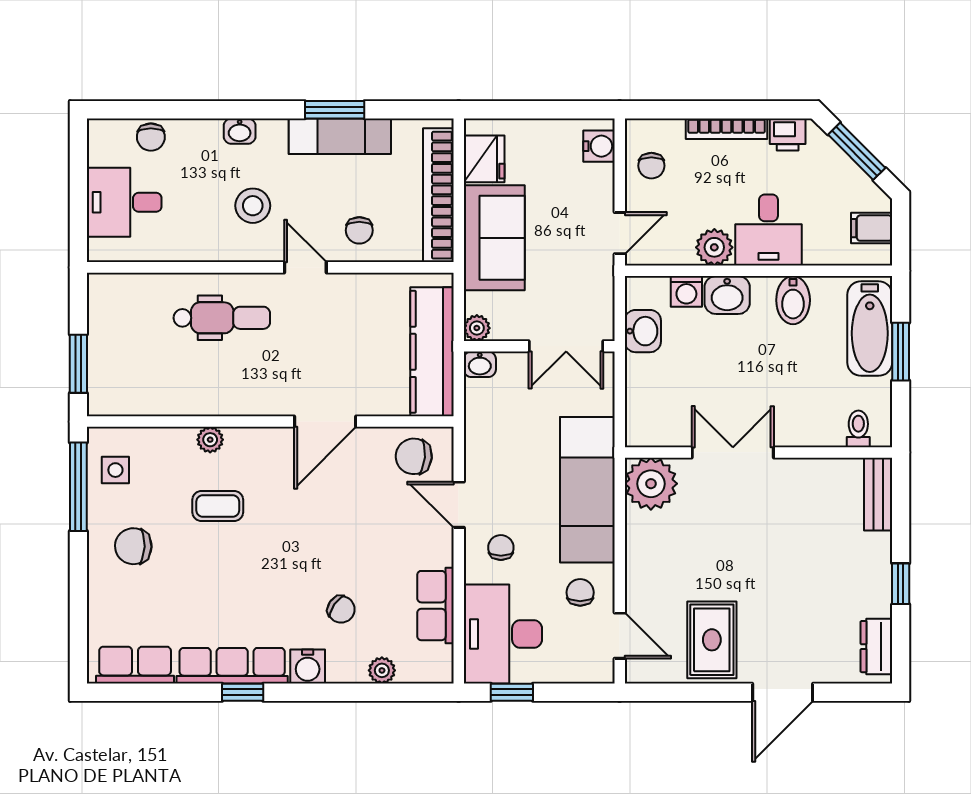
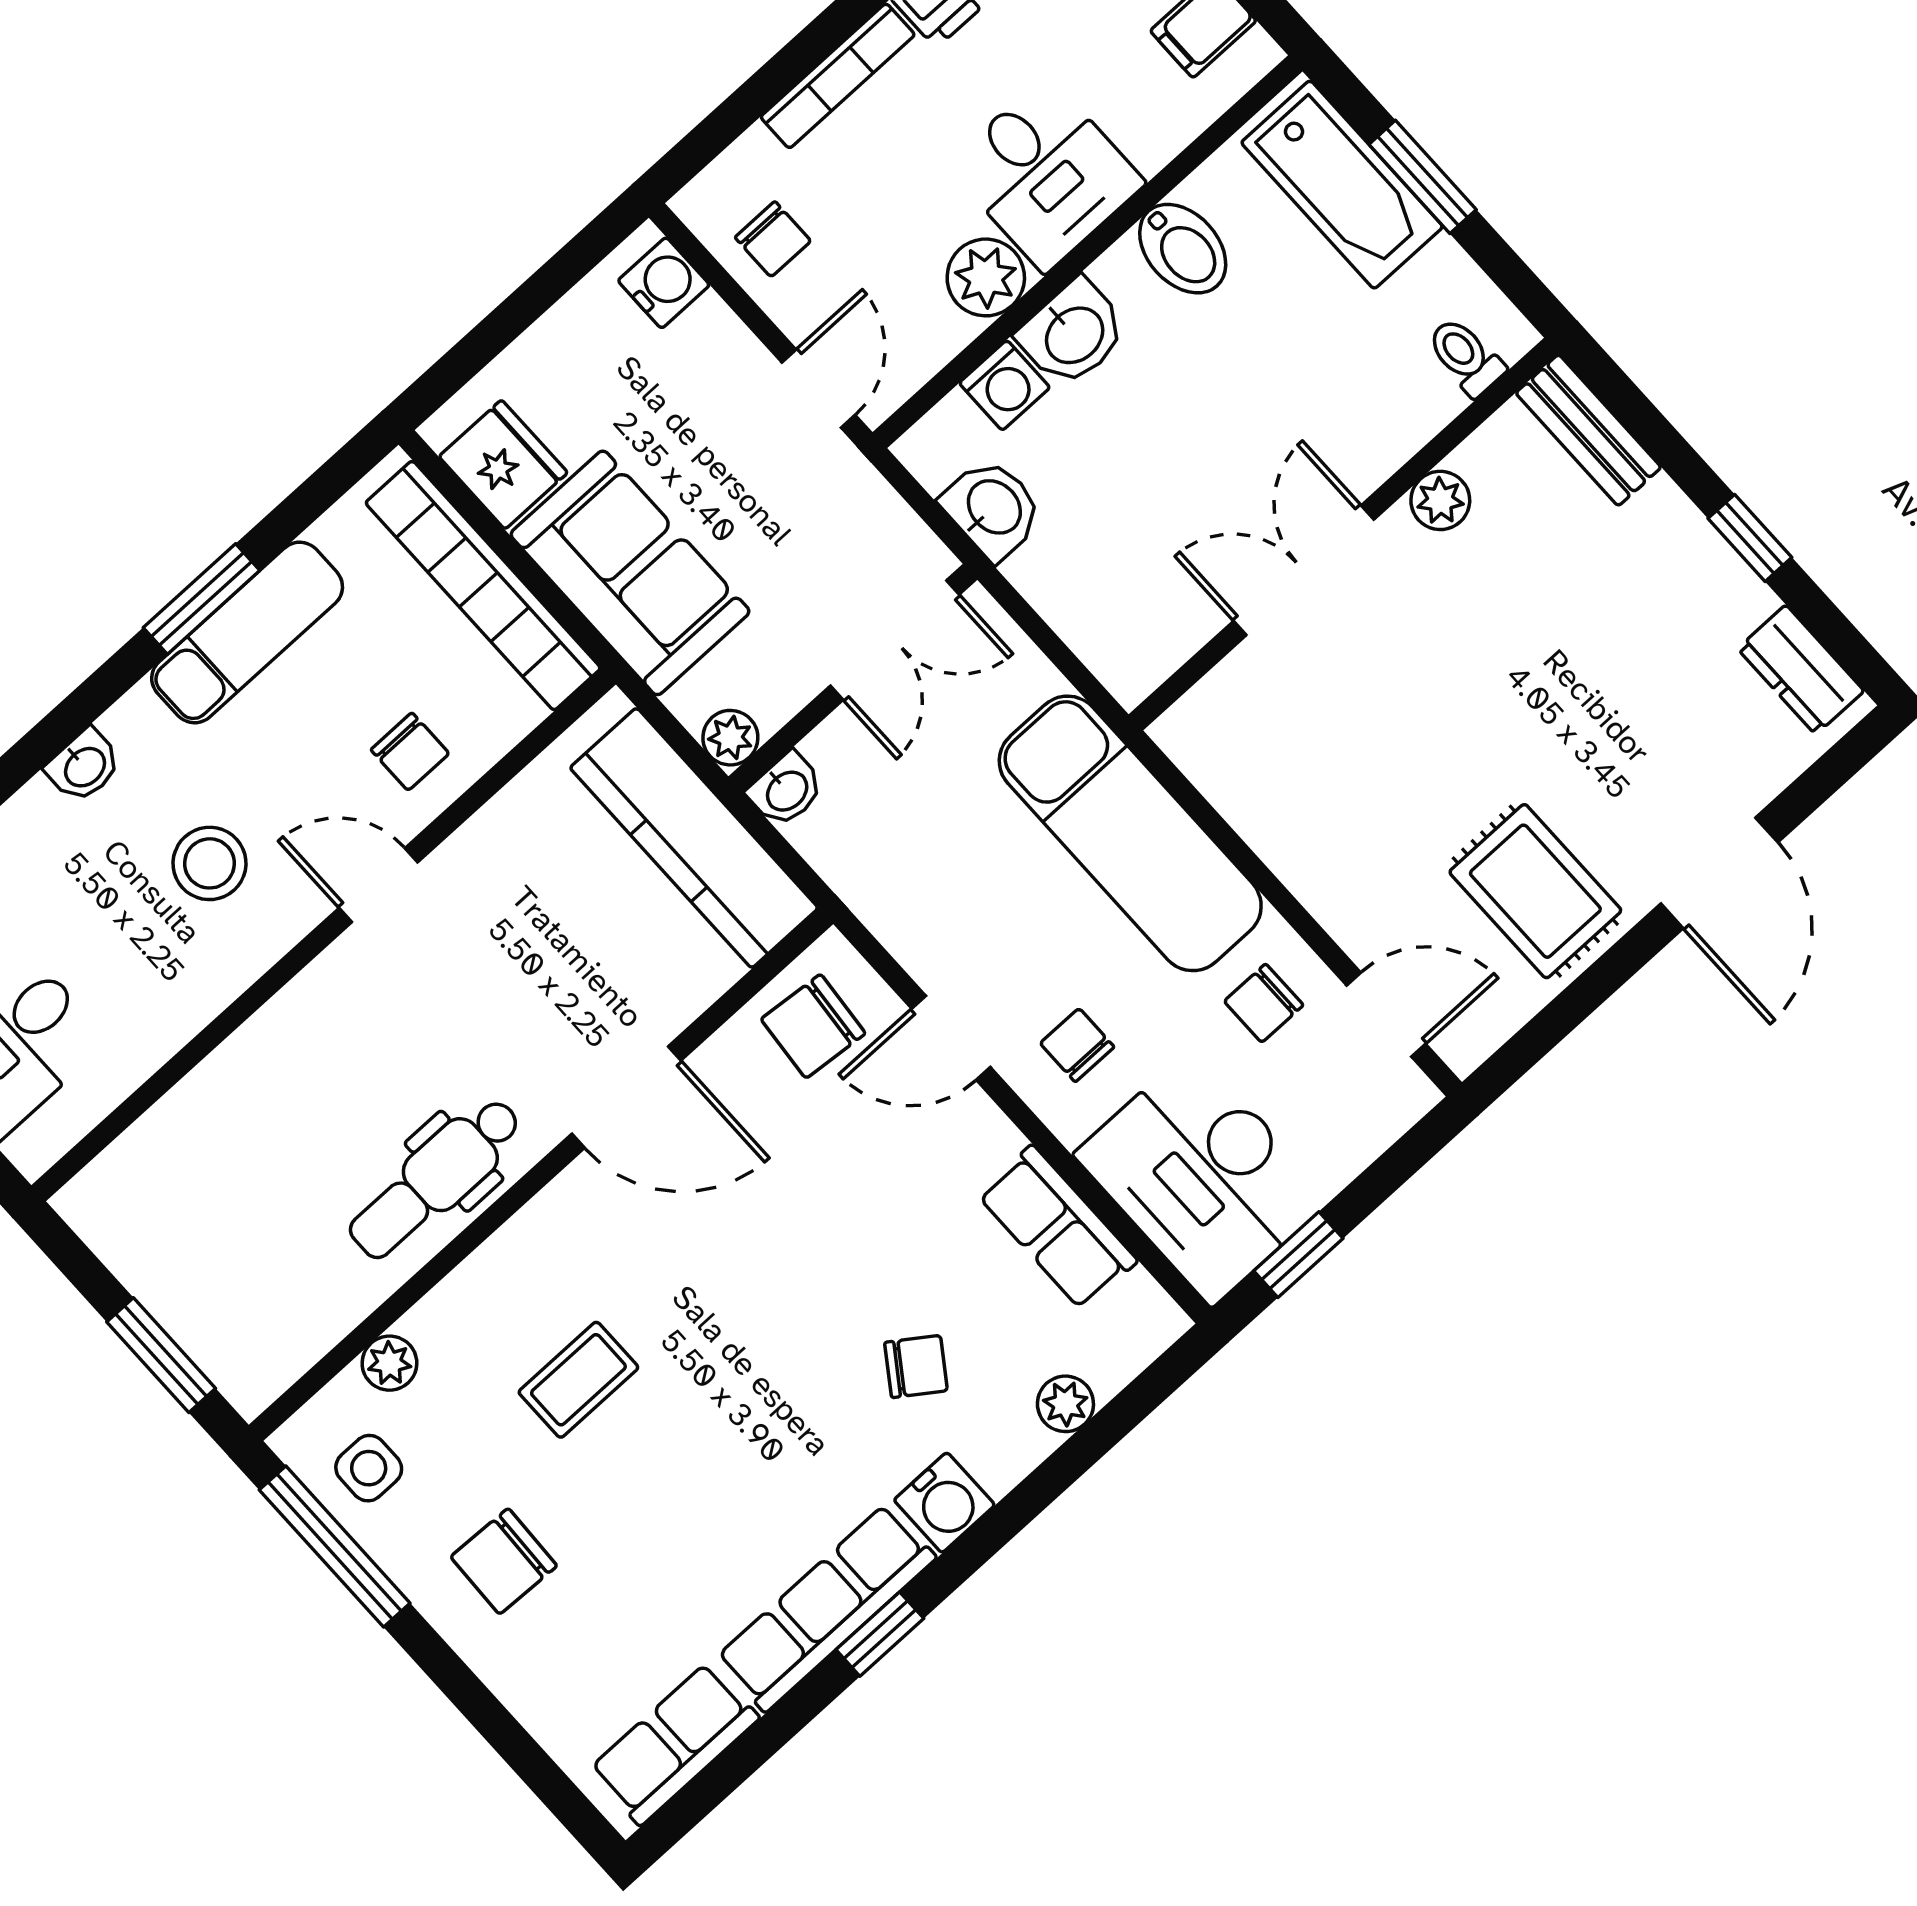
dental chair: (222, 318) -> (435, 1178), moved, turned 180
door: (325, 422) -> (626, 1097), hinge flipped
plant: (210, 440) -> (389, 1363), moved
plant: (651, 484) -> (1440, 500), moved, width x0.53, depth x0.53
chair: (580, 592) -> (1264, 1003), turned -90

